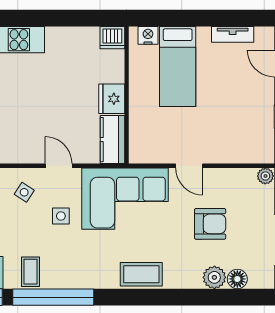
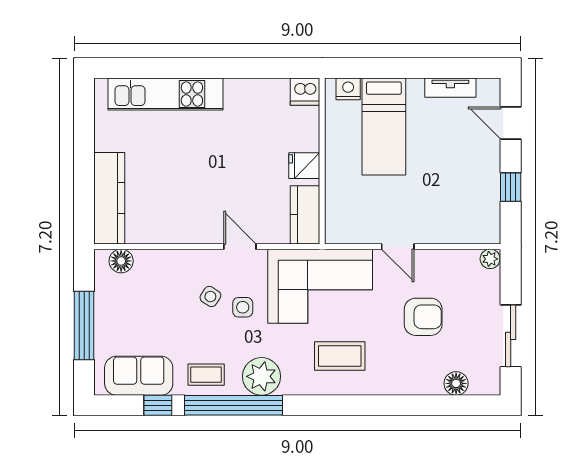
fridge: (112, 99) -> (304, 166), width x0.72
side table: (24, 192) -> (210, 297), moved
coffee table: (31, 272) -> (206, 375), turned 90
coffee table: (141, 274) -> (340, 356), moved
plant: (214, 277) -> (262, 376), moved, width x1.36, depth x1.36

